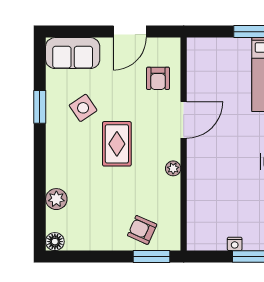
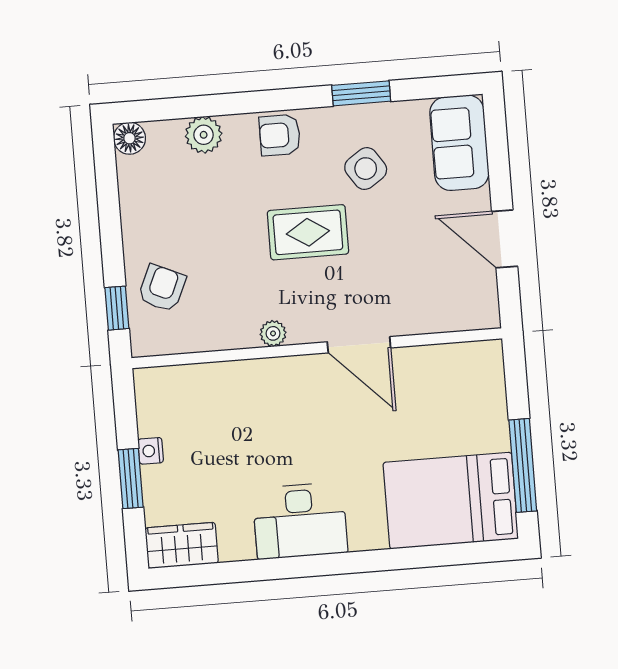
armchair: (158, 78) -> (280, 135), moved
window: (151, 257) -> (117, 308), width x0.67

